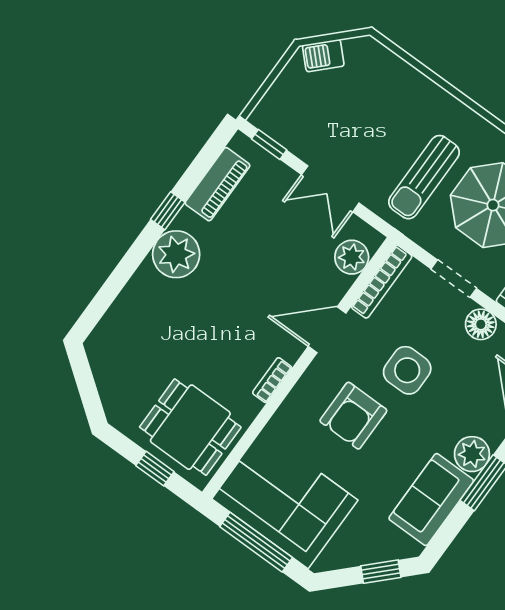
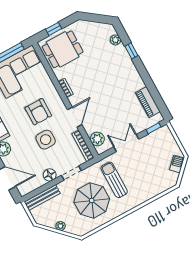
window: (168, 211) -> (131, 51), moved
plant: (176, 254) -> (115, 40), moved, width x0.53, depth x0.53
armchair: (353, 416) -> (38, 112), turned 180

